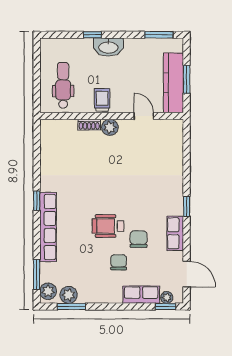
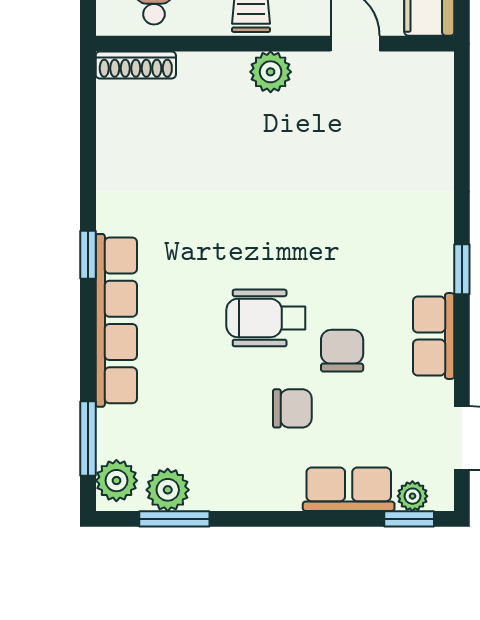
shoe rack: (89, 125) -> (136, 65), moved, width x1.43
chair: (119, 262) -> (292, 408), turned 90

